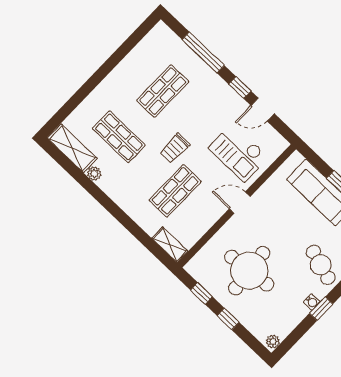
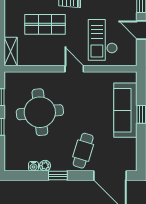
water cooler: (312, 302) -> (33, 166), moved
plant: (273, 342) -> (45, 166), moved

